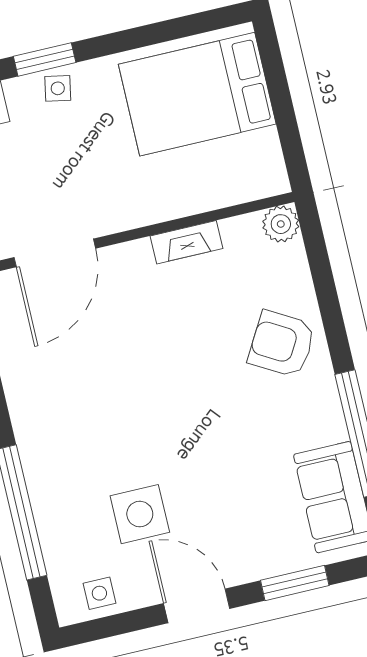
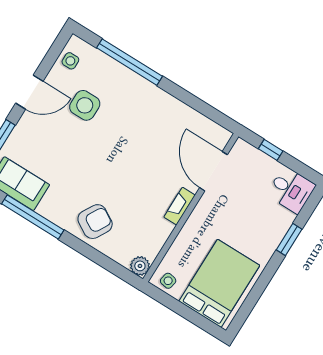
side table: (58, 88) -> (168, 281), moved
fireplace: (187, 242) -> (180, 206), moved

